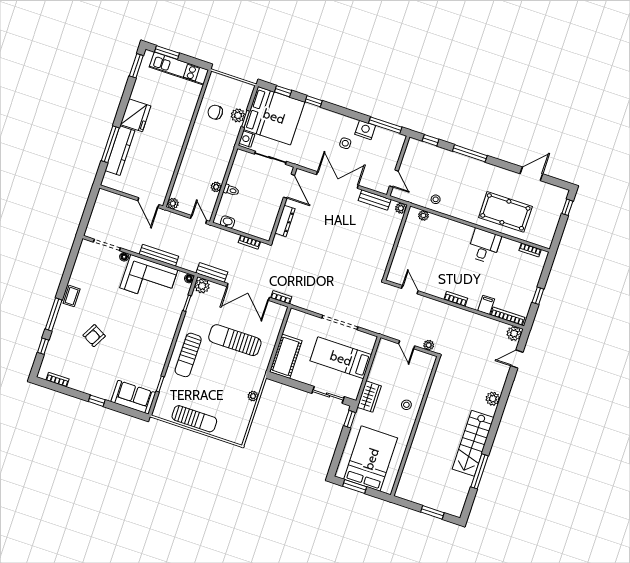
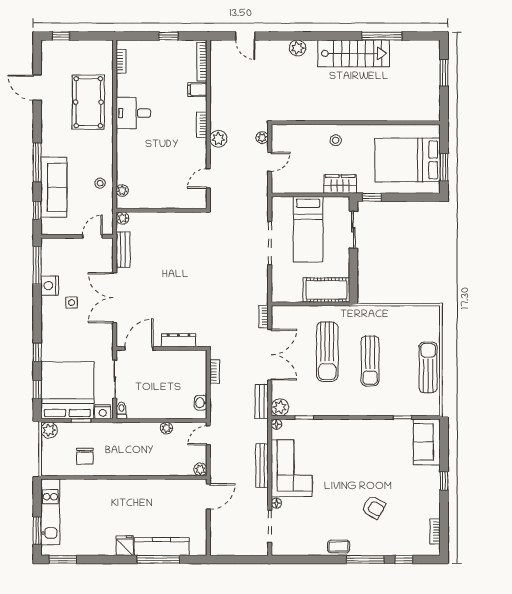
fridge: (136, 115) -> (125, 546), width x0.53, depth x0.75
plant: (238, 115) -> (49, 430), moved
sofa: (445, 160) -> (54, 187), added
toilet: (231, 190) -> (121, 410), moved
plant: (514, 334) -> (218, 139), moved
sun lounger: (188, 355) -> (370, 361), moved, turned 90
plant: (253, 396) -> (382, 311), removed

